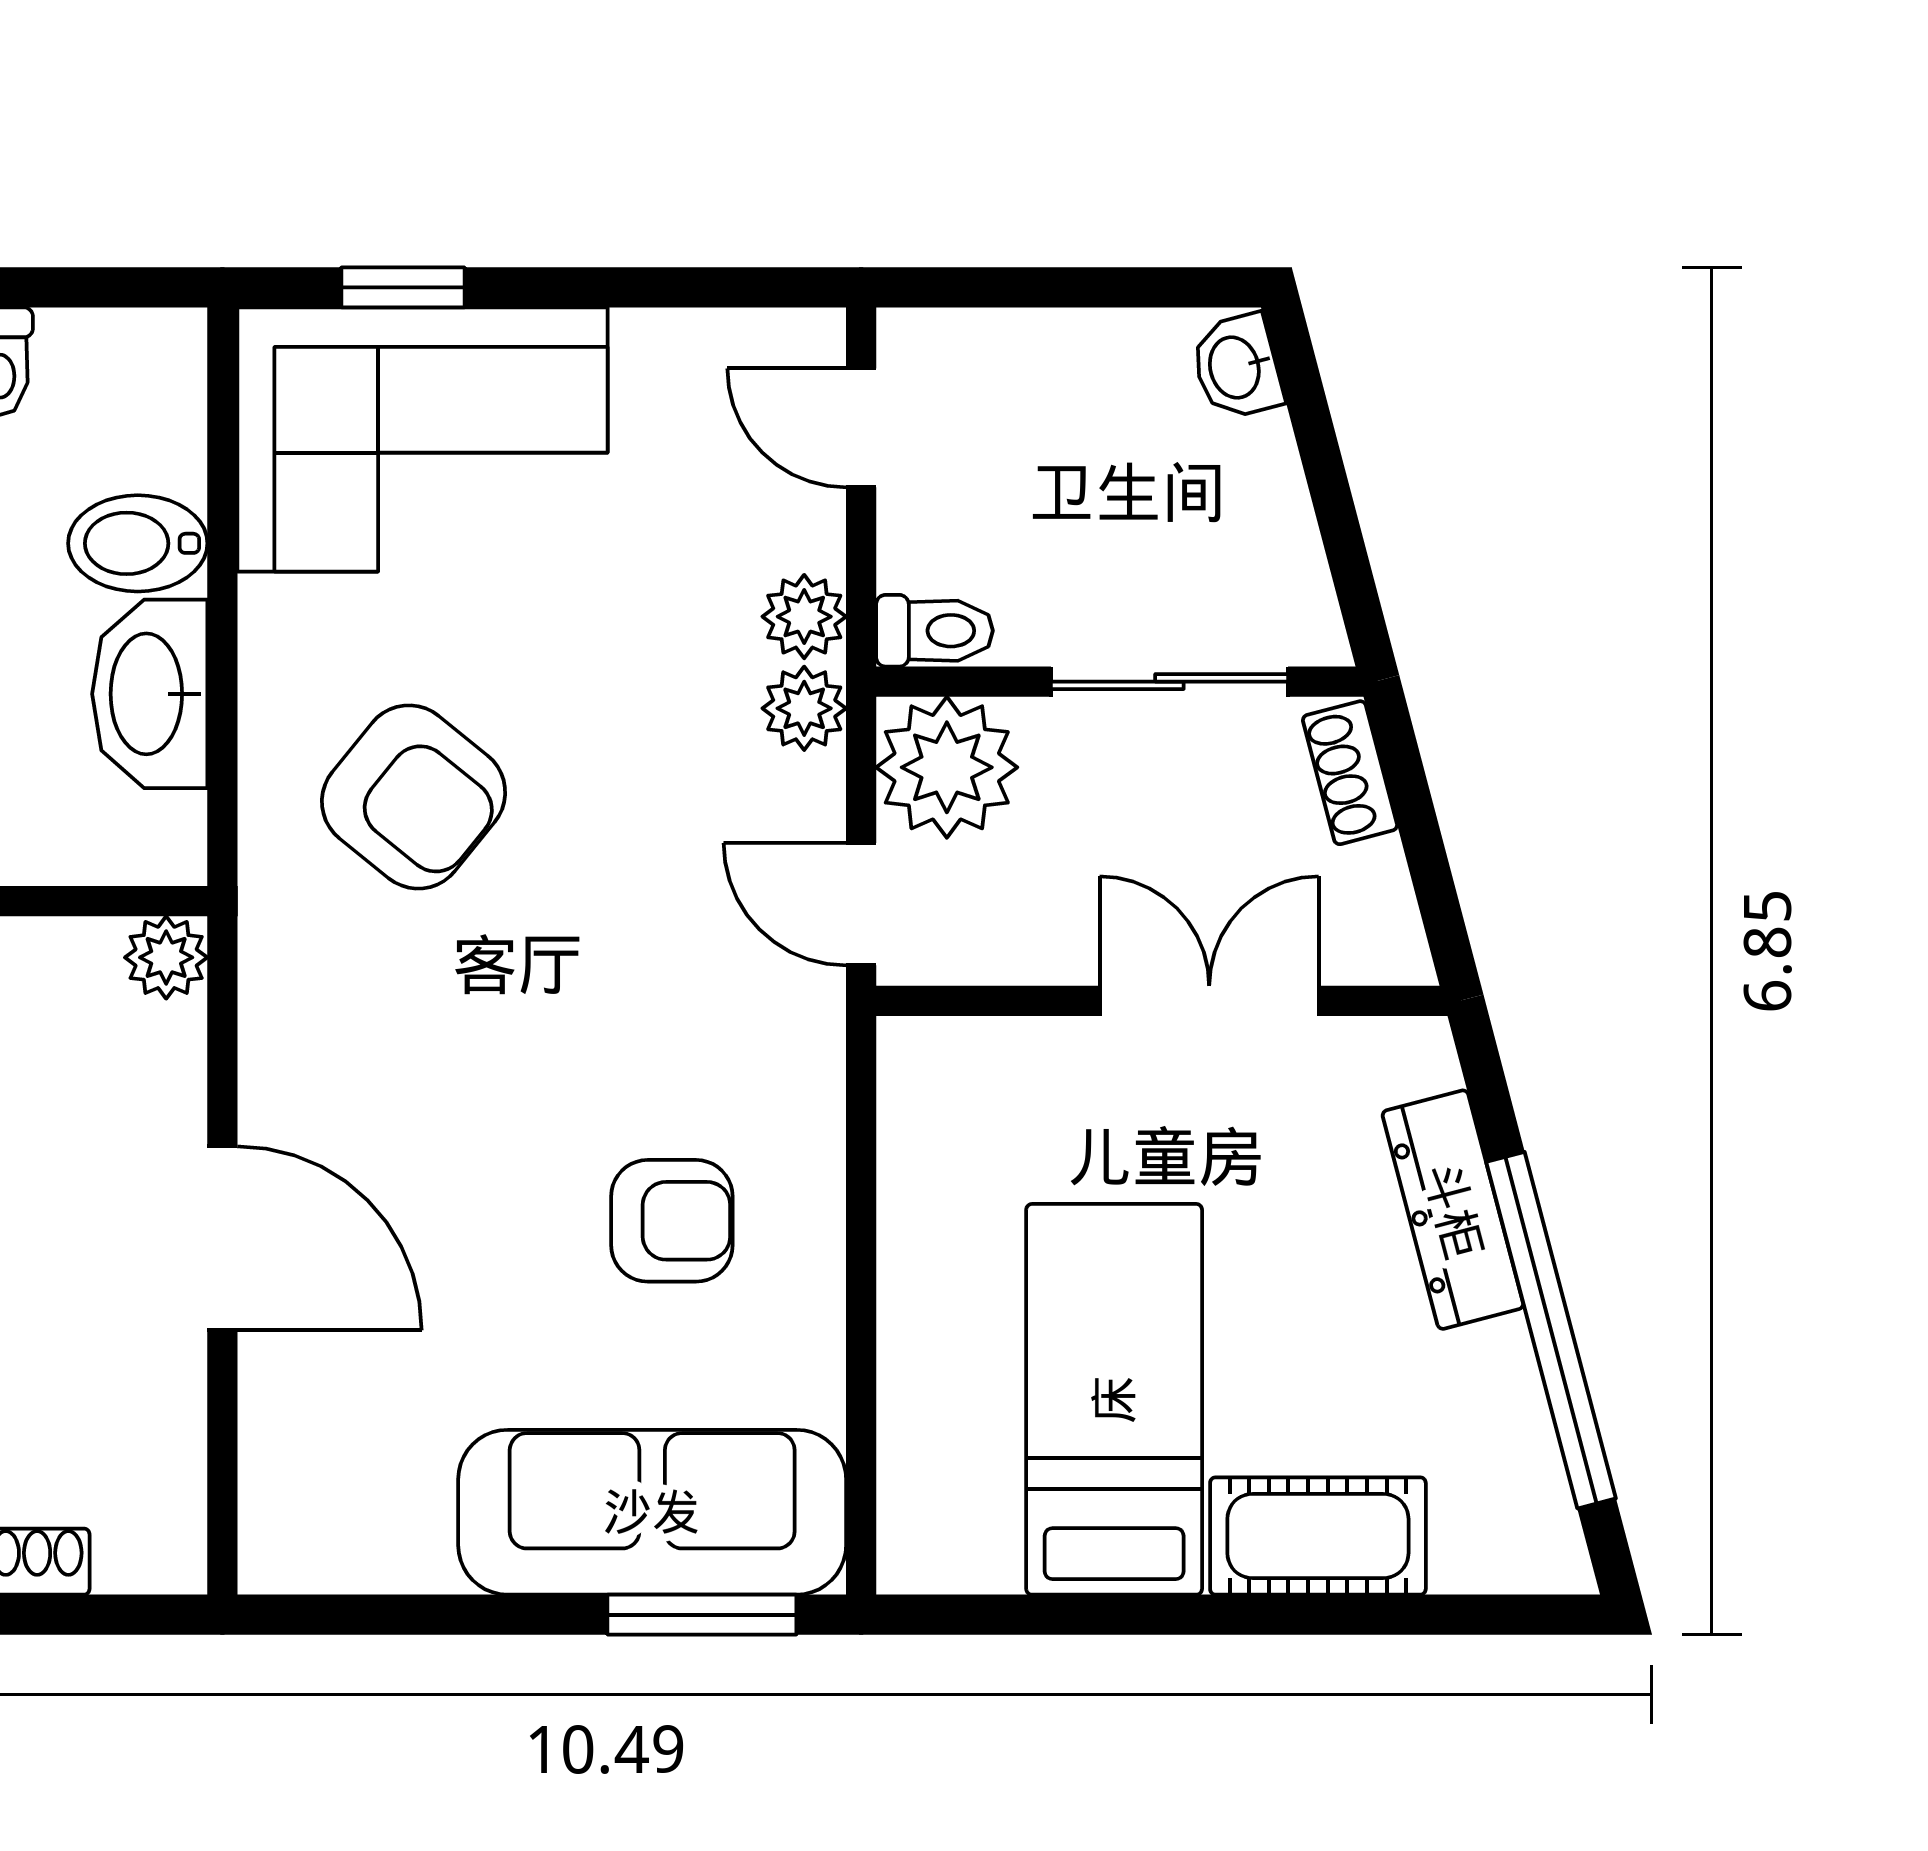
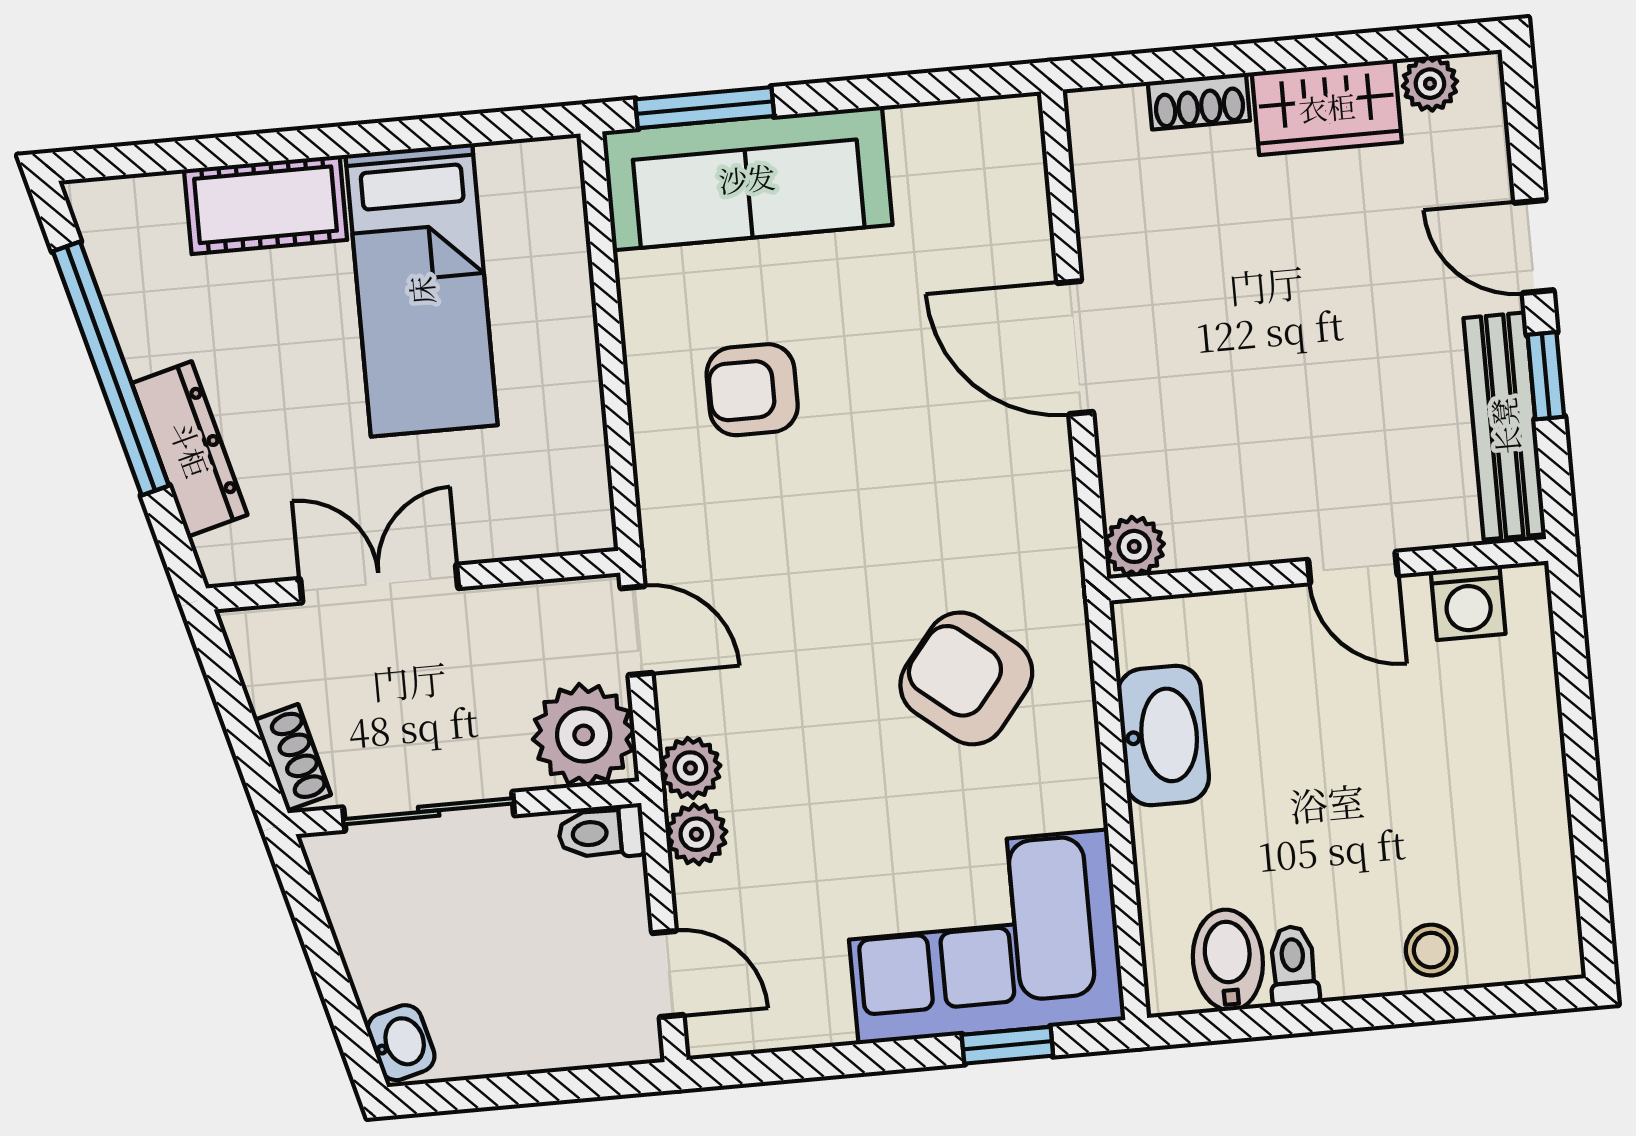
bidet: (138, 543) -> (1228, 960), moved, turned -90
double door: (1209, 1001) -> (379, 584), swing flipped

